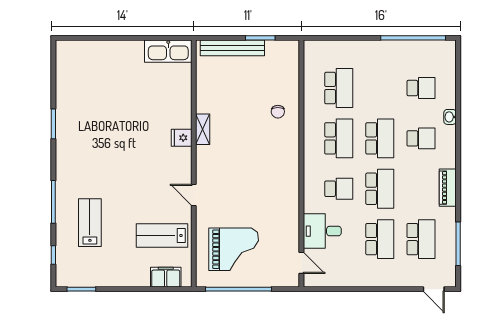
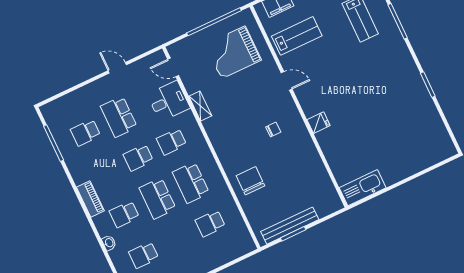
bench: (232, 48) -> (290, 226), moved
school desk: (339, 88) -> (210, 223), width x0.54
chair: (278, 112) -> (250, 181), width x1.87, depth x1.87
shelving: (203, 129) -> (200, 106), moved
chair: (230, 152) -> (273, 130), added
piano: (448, 188) -> (90, 199), moved
school desk: (380, 189) -> (138, 158), width x0.54
school desk: (421, 239) -> (85, 133), width x0.54
door: (434, 289) -> (117, 68), moved

